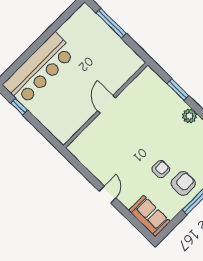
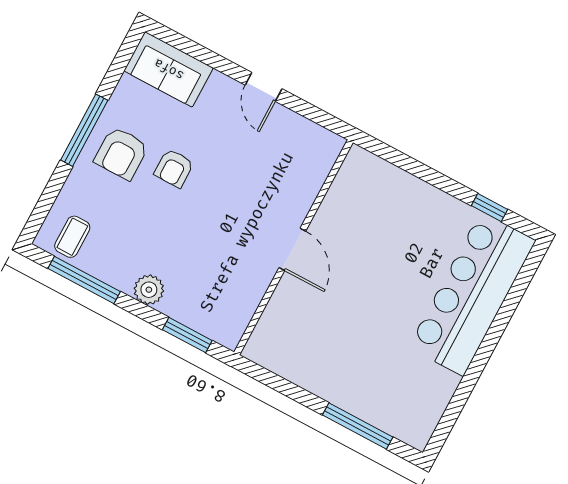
door: (106, 104) -> (292, 249), moved
wall: (106, 105) -> (293, 247), moved

